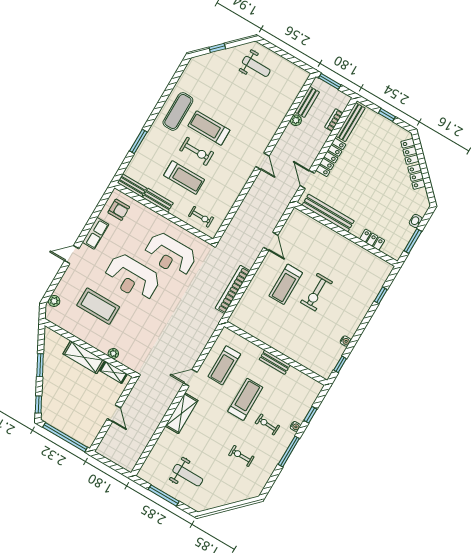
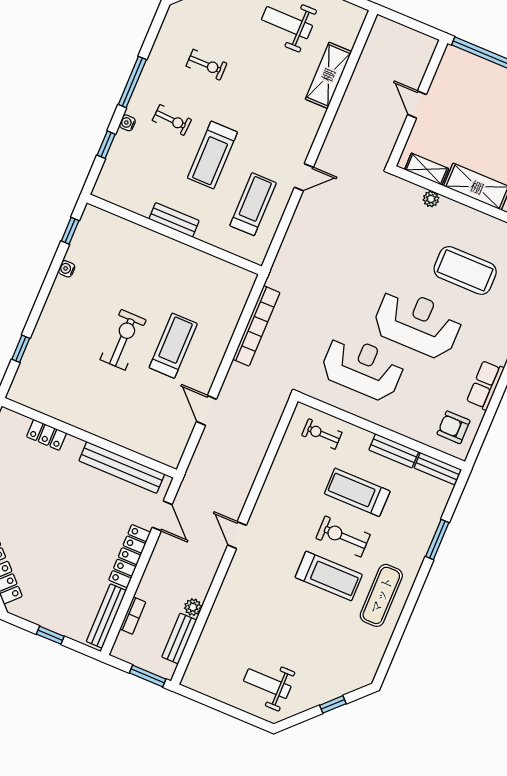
shelving: (182, 413) -> (328, 75), moved

